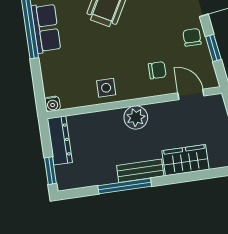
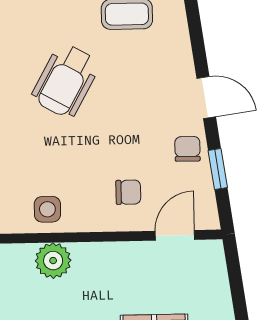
door: (191, 94) -> (175, 235), hinge flipped
plant: (136, 117) -> (53, 261), moved

